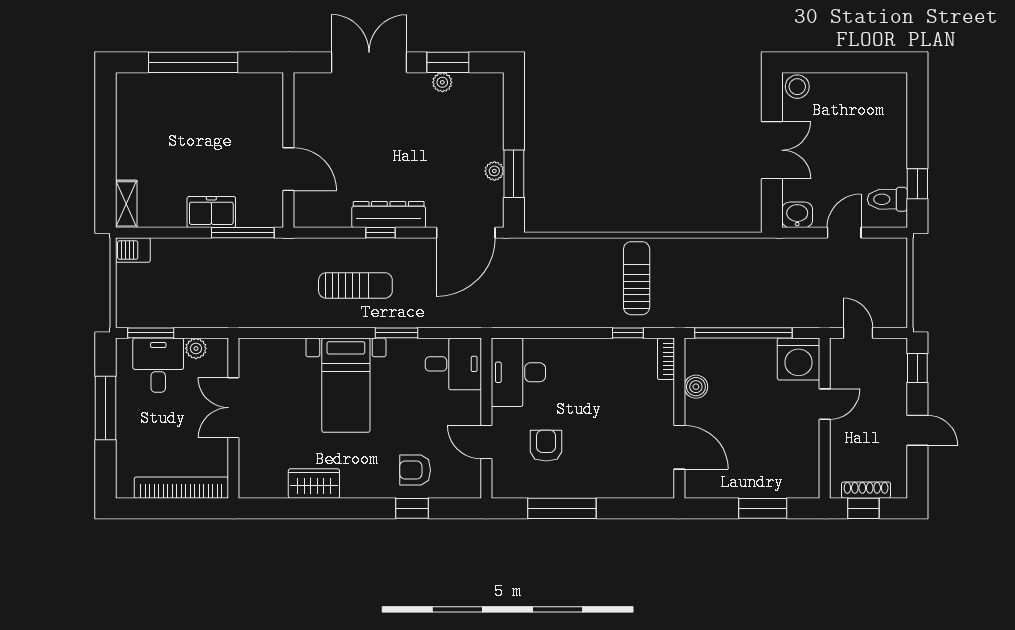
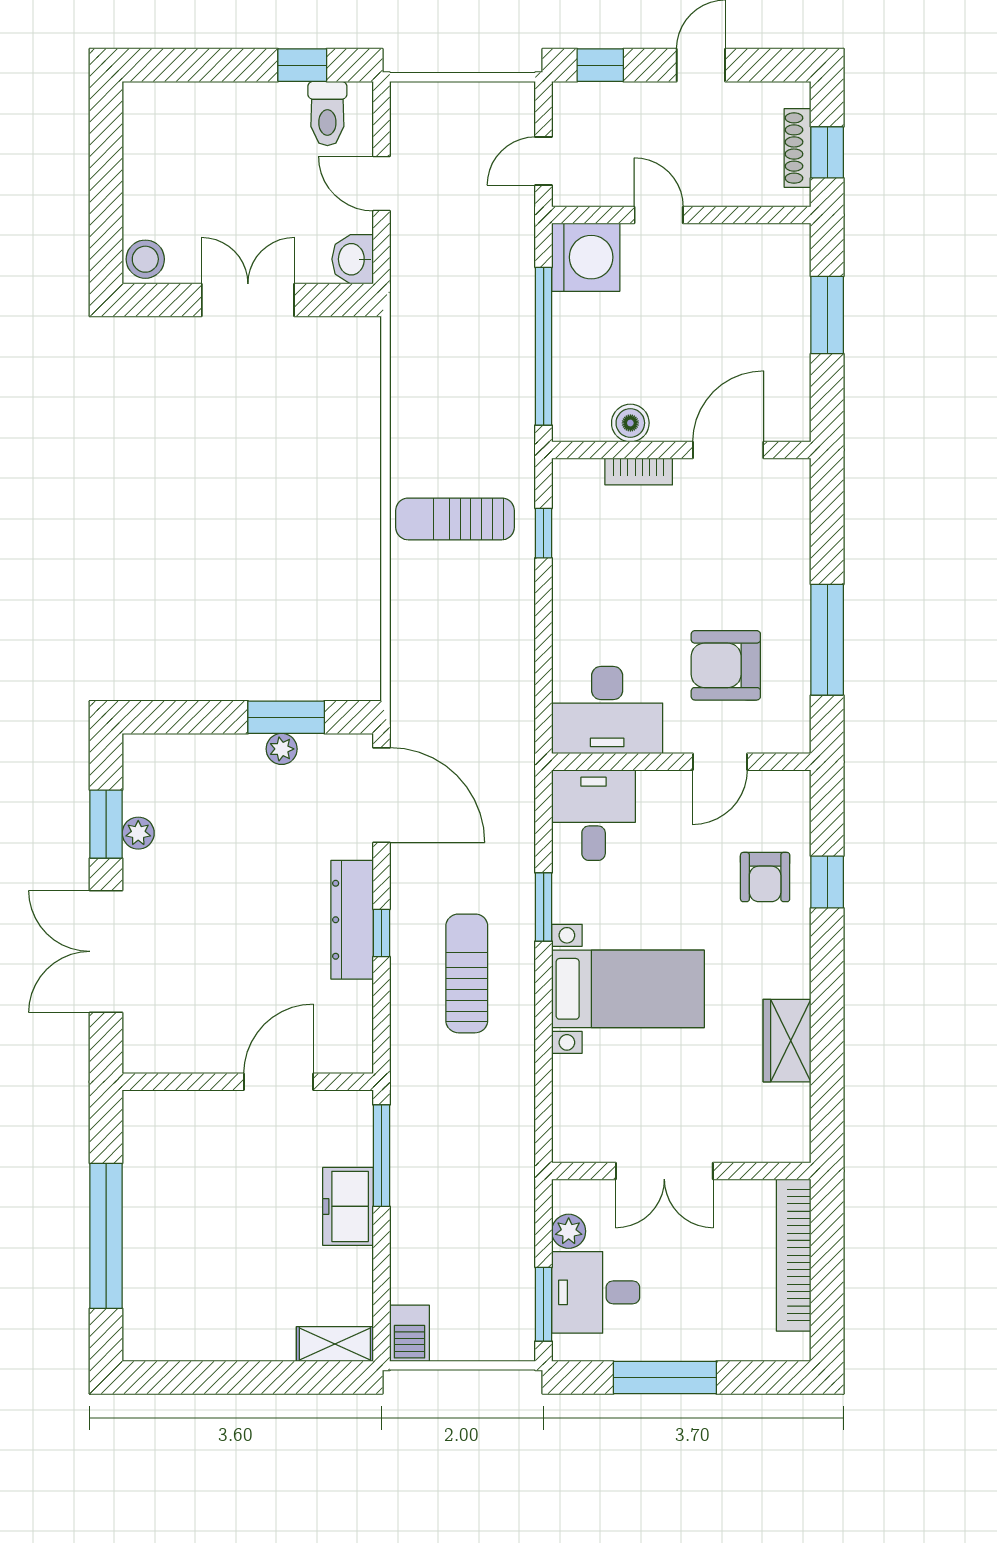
bookcase: (666, 359) -> (639, 472), moved
armchair: (546, 446) -> (726, 665), width x1.38, depth x1.38

